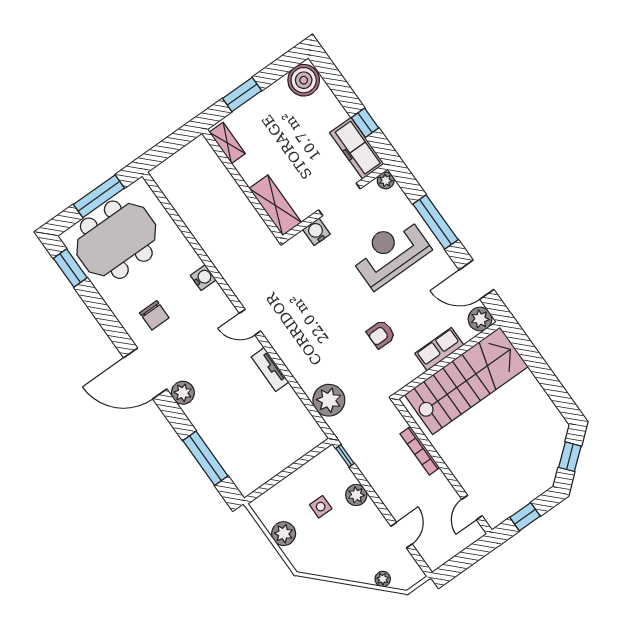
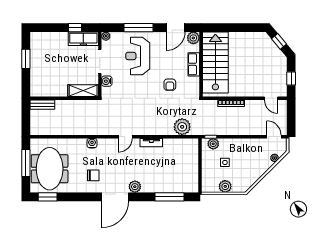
boiler: (304, 80) -> (38, 41), removed
window: (242, 95) -> (26, 59), moved
shelving: (227, 143) -> (42, 92), removed
bench: (208, 157) -> (42, 105), added
plant: (356, 495) -> (213, 144), moved
door: (401, 535) -> (274, 137), moved

